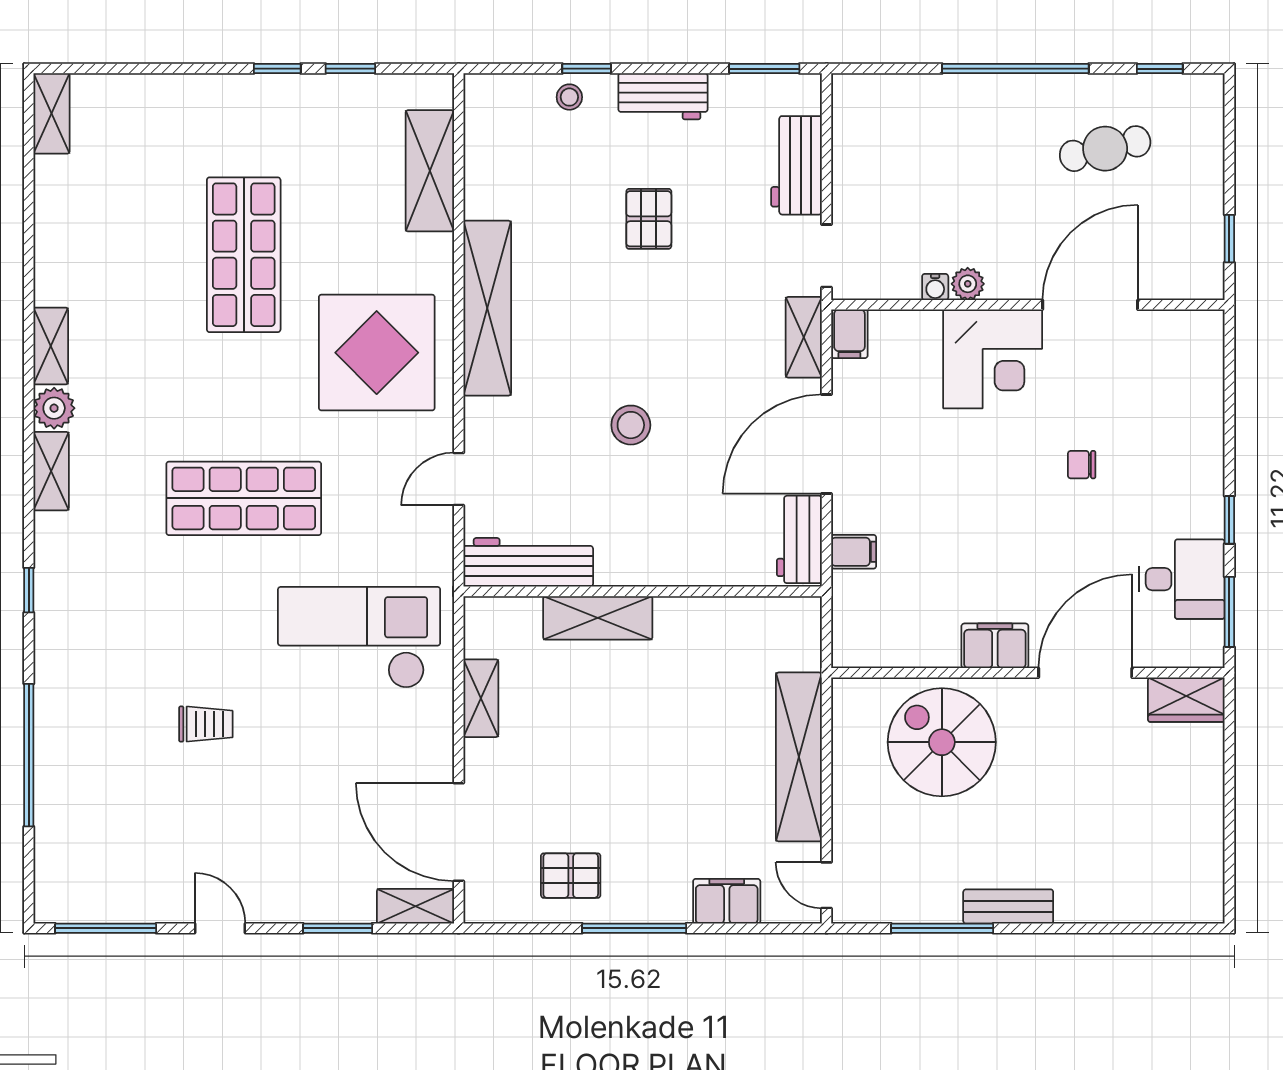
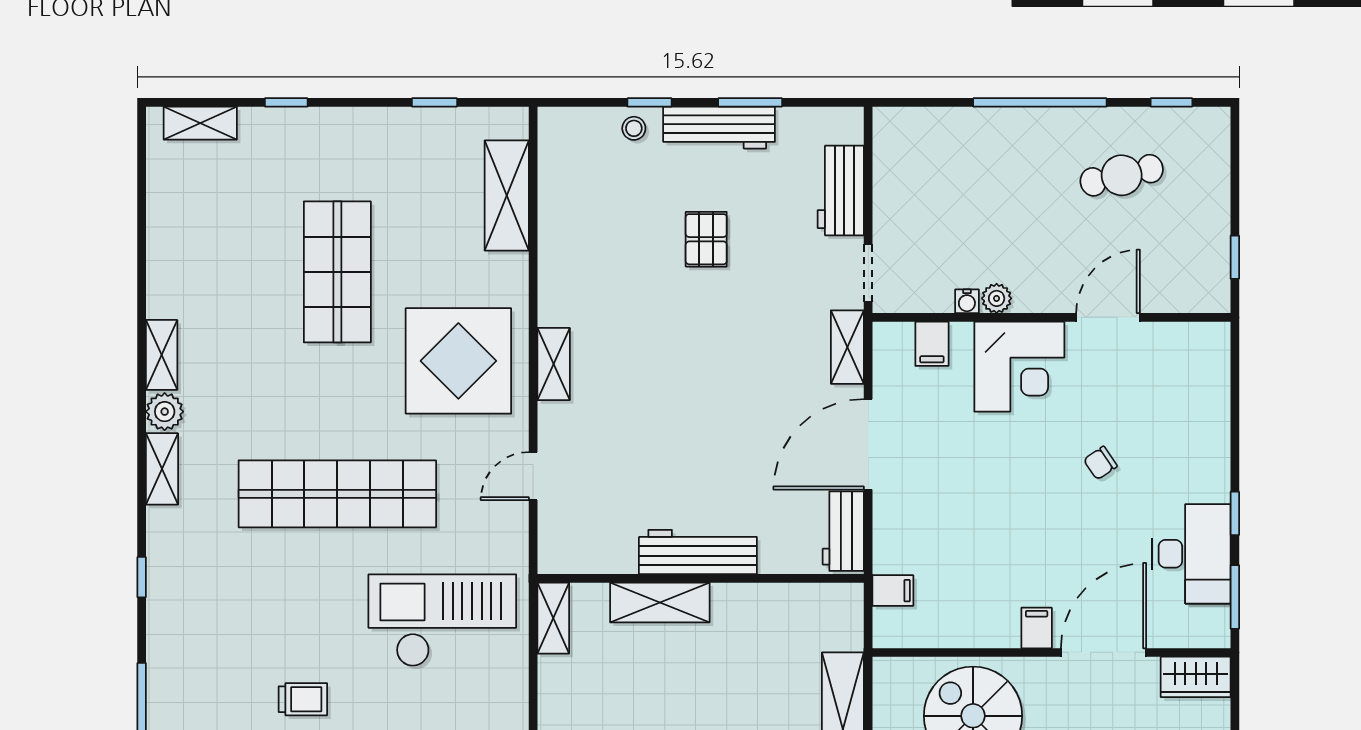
window: (277, 69) -> (286, 102), moved
window: (764, 69) -> (750, 102), moved
workbench: (663, 96) -> (719, 128), width x1.37
shelving: (52, 113) -> (200, 123), moved, turned 90
door: (1090, 305) -> (1108, 317), width x0.73
shelving: (487, 308) -> (554, 364), width x0.45, depth x0.75
filing cabinet: (849, 334) -> (932, 344), moved
stool: (631, 425) -> (690, 427), removed
chair: (1082, 465) -> (1100, 463), turned -34
shop shelf: (244, 498) -> (337, 494), width x1.40
filing cabinet: (854, 552) -> (893, 591), moved
workbench: (528, 562) -> (698, 552), moved
desk: (1182, 579) -> (1191, 554), width x1.37
filing cabinet: (995, 646) -> (1037, 628), width x0.50
shelving: (481, 698) -> (553, 618), moved

